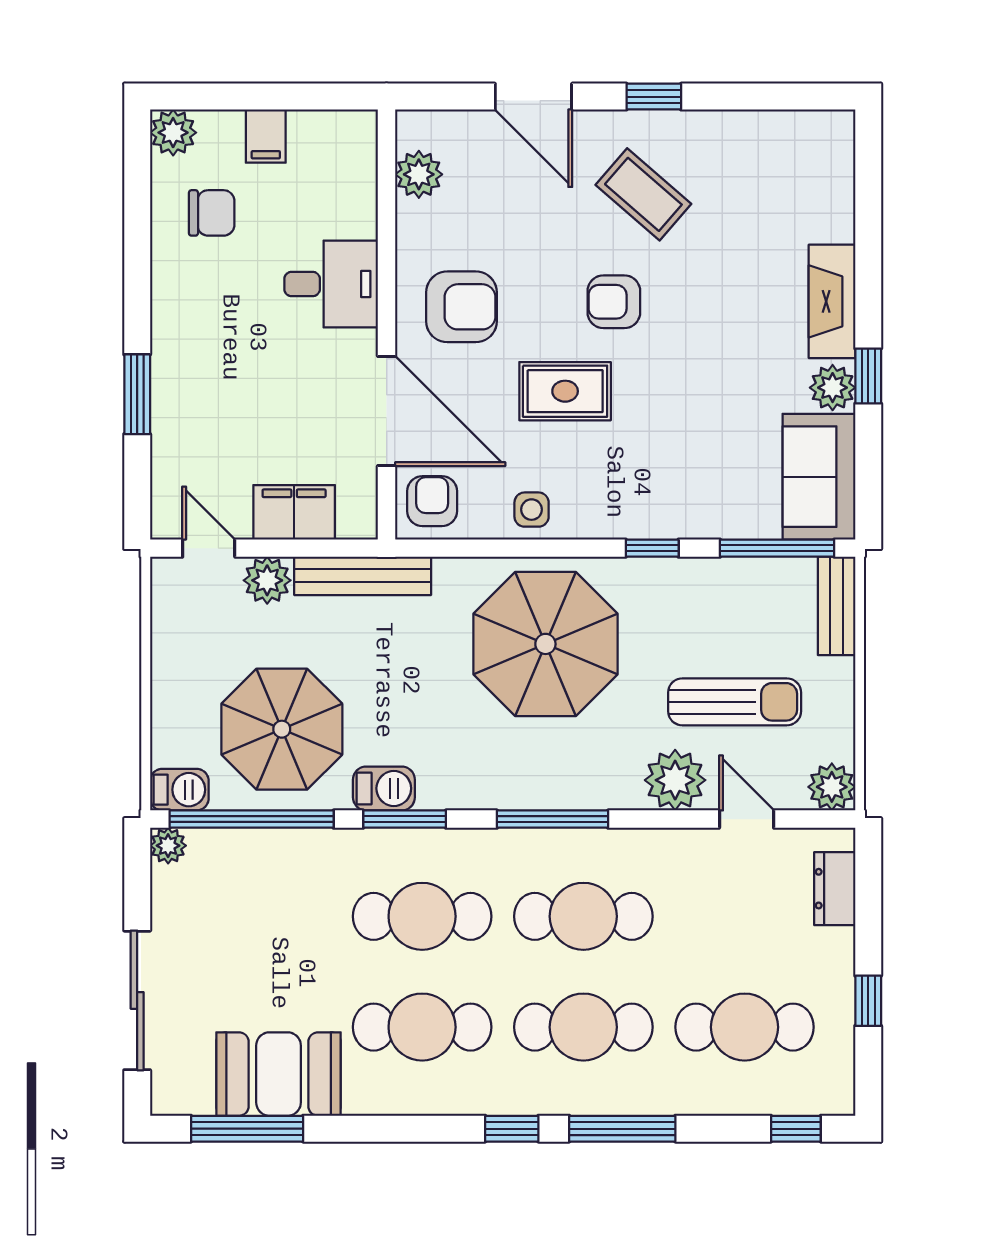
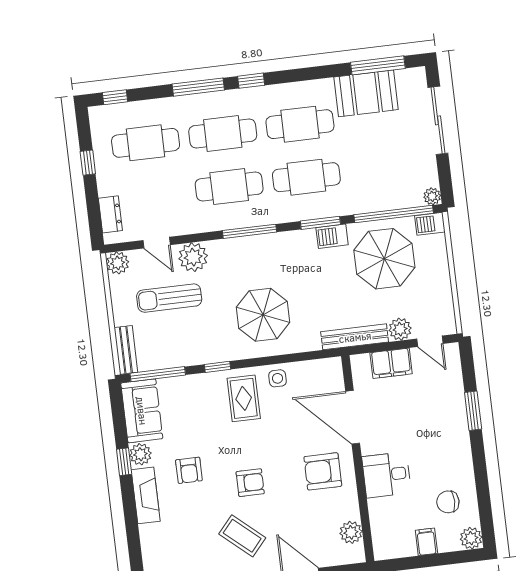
rug: (565, 391) -> (244, 398), moved, turned 90
armchair: (432, 501) -> (189, 470), moved
parasol: (545, 644) -> (263, 315), width x0.73, depth x0.73

